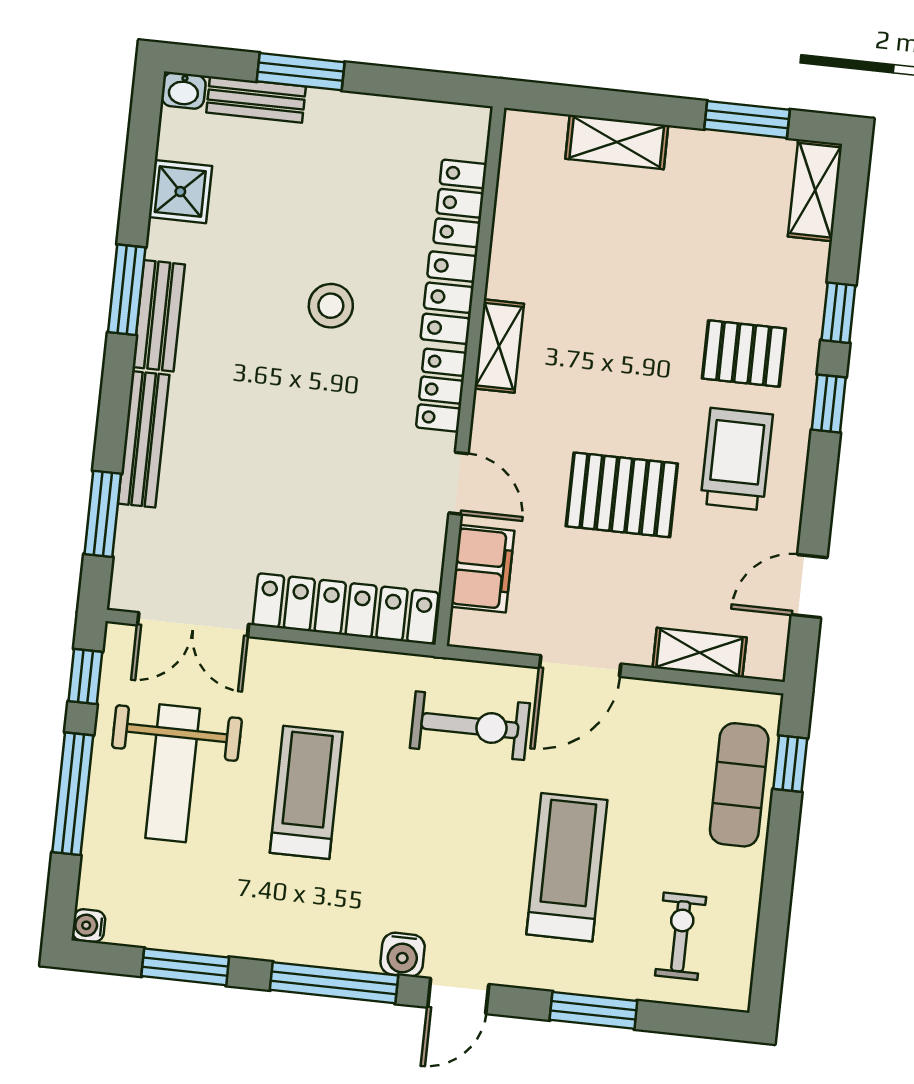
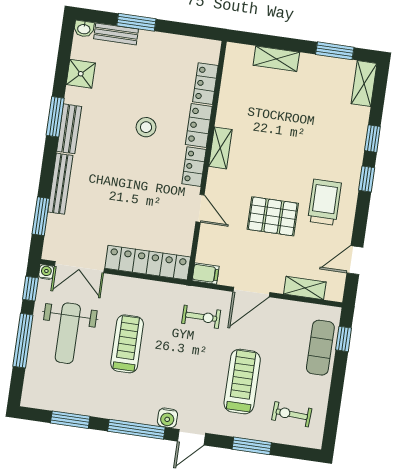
pallet: (744, 354) -> (330, 155), removed
filing cabinet: (483, 569) -> (206, 274), moved, width x0.50
exercise bike: (470, 726) -> (201, 317), width x0.73, depth x0.72
water cooler: (89, 926) -> (46, 272), moved, turned 90
exercise bike: (681, 936) -> (292, 414), turned -87

